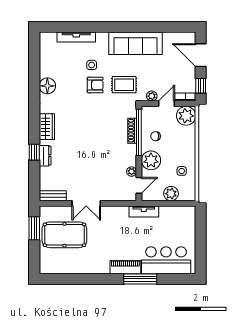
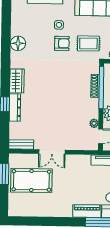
dresser: (45, 156) -> (15, 108), width x1.44

